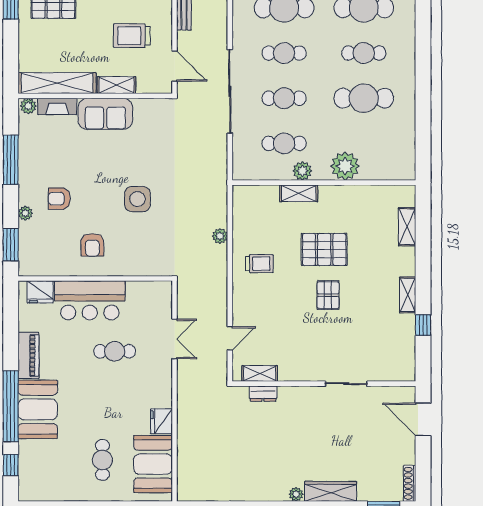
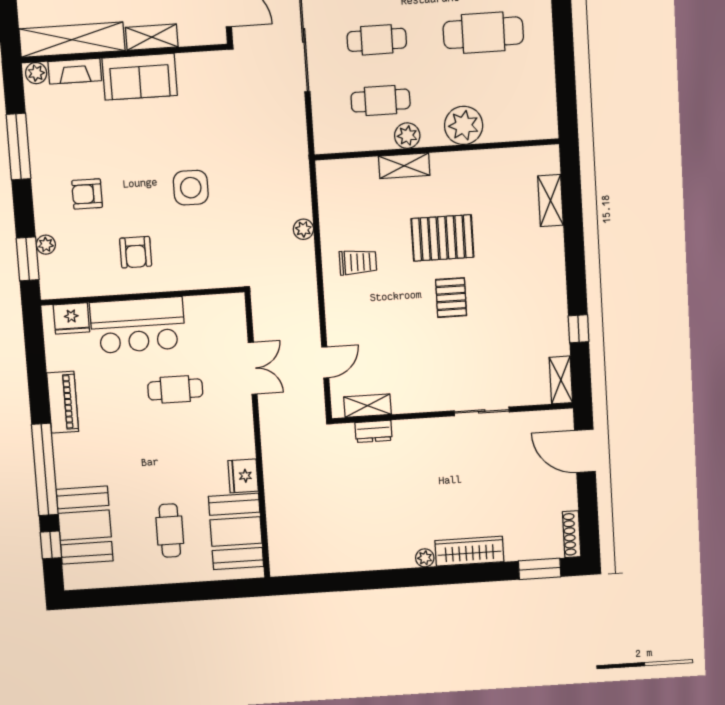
plant: (25, 213) -> (46, 245), moved
shelving: (408, 295) -> (561, 380), moved
booth: (38, 409) -> (85, 525), moved

